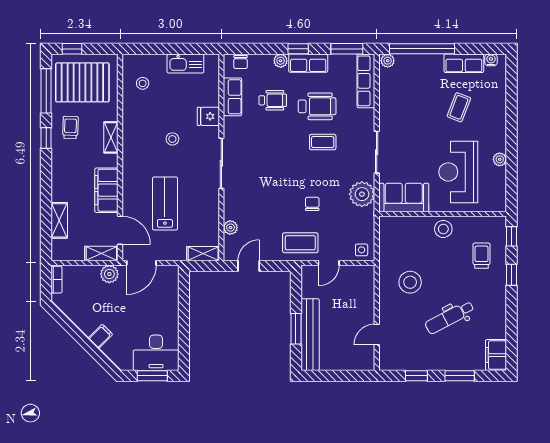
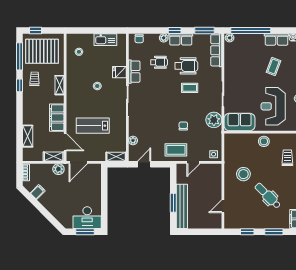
row of seats: (232, 97) -> (134, 72), moved
lab bench: (165, 203) -> (93, 126), turned -90
dental chair: (450, 317) -> (268, 196), turned 73
filing cabinet: (101, 336) -> (38, 192), moved

